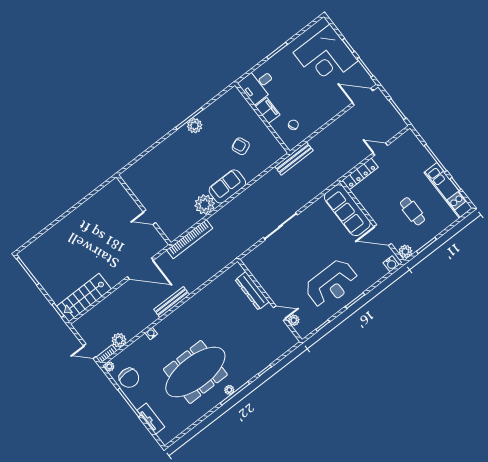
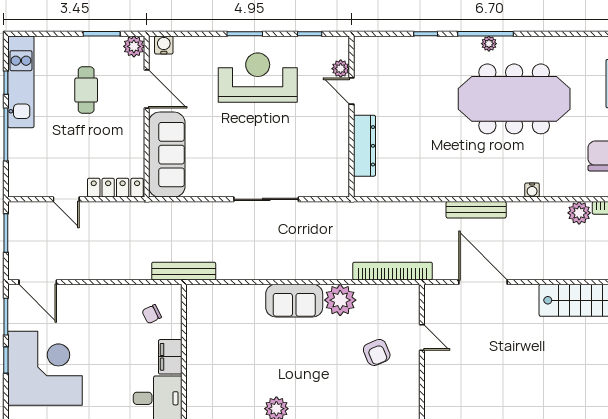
armchair: (241, 146) -> (377, 352), moved

